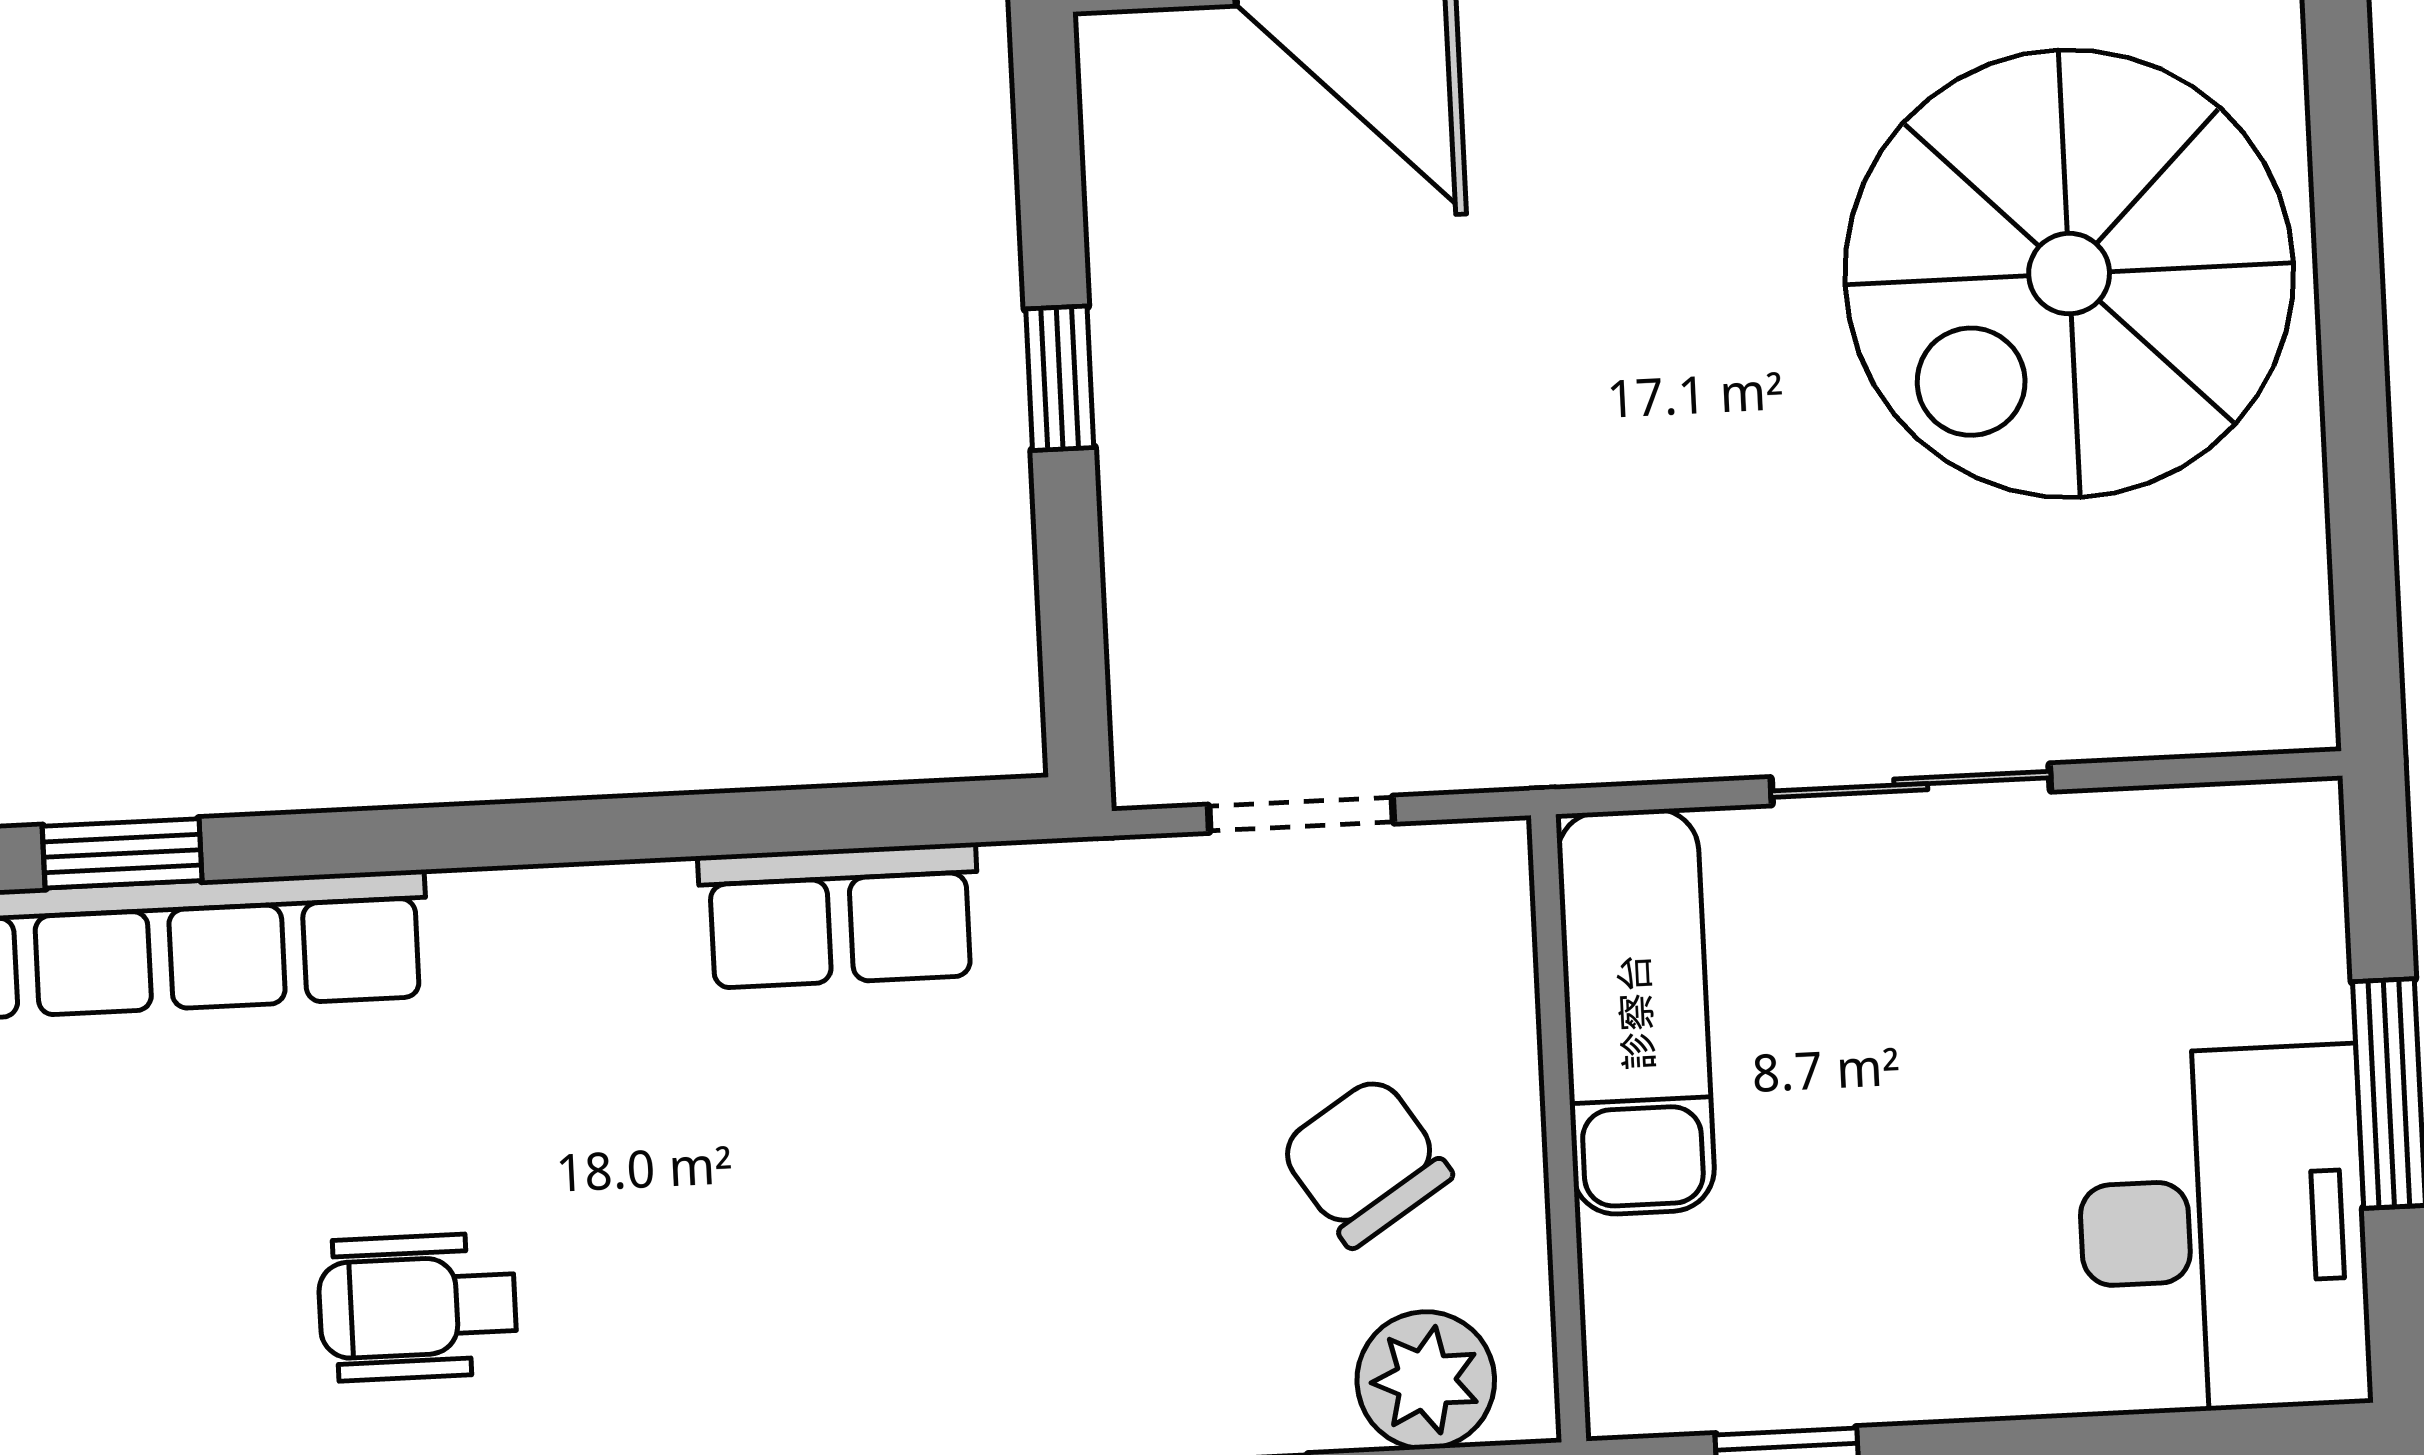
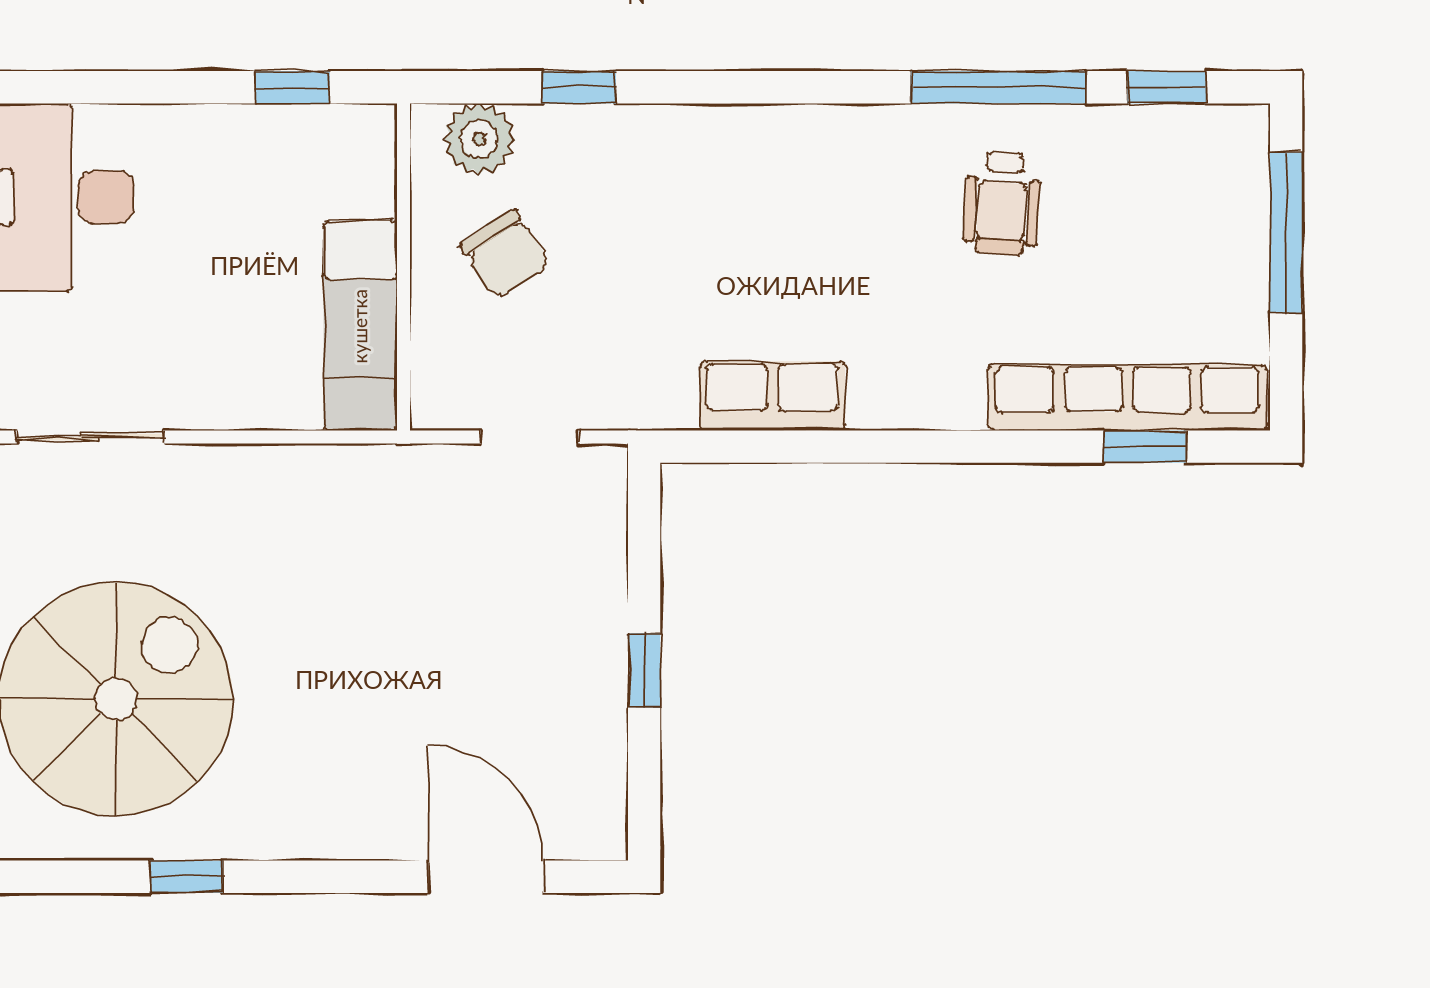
sliding door: (1911, 784) -> (90, 437), moved
wheelchair: (418, 1307) -> (1002, 203), turned 94

